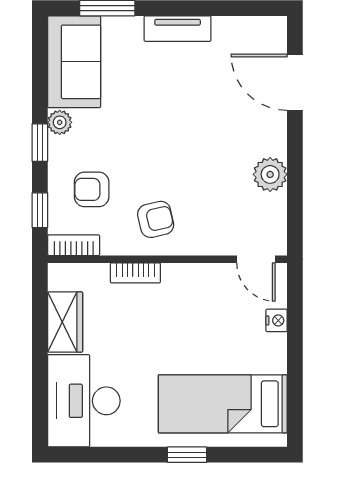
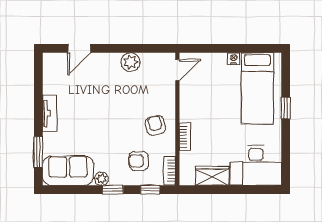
door: (295, 82) -> (79, 48), width x0.73
armchair: (92, 189) -> (139, 161), turned 90
nightstand: (277, 320) -> (234, 59), moved

